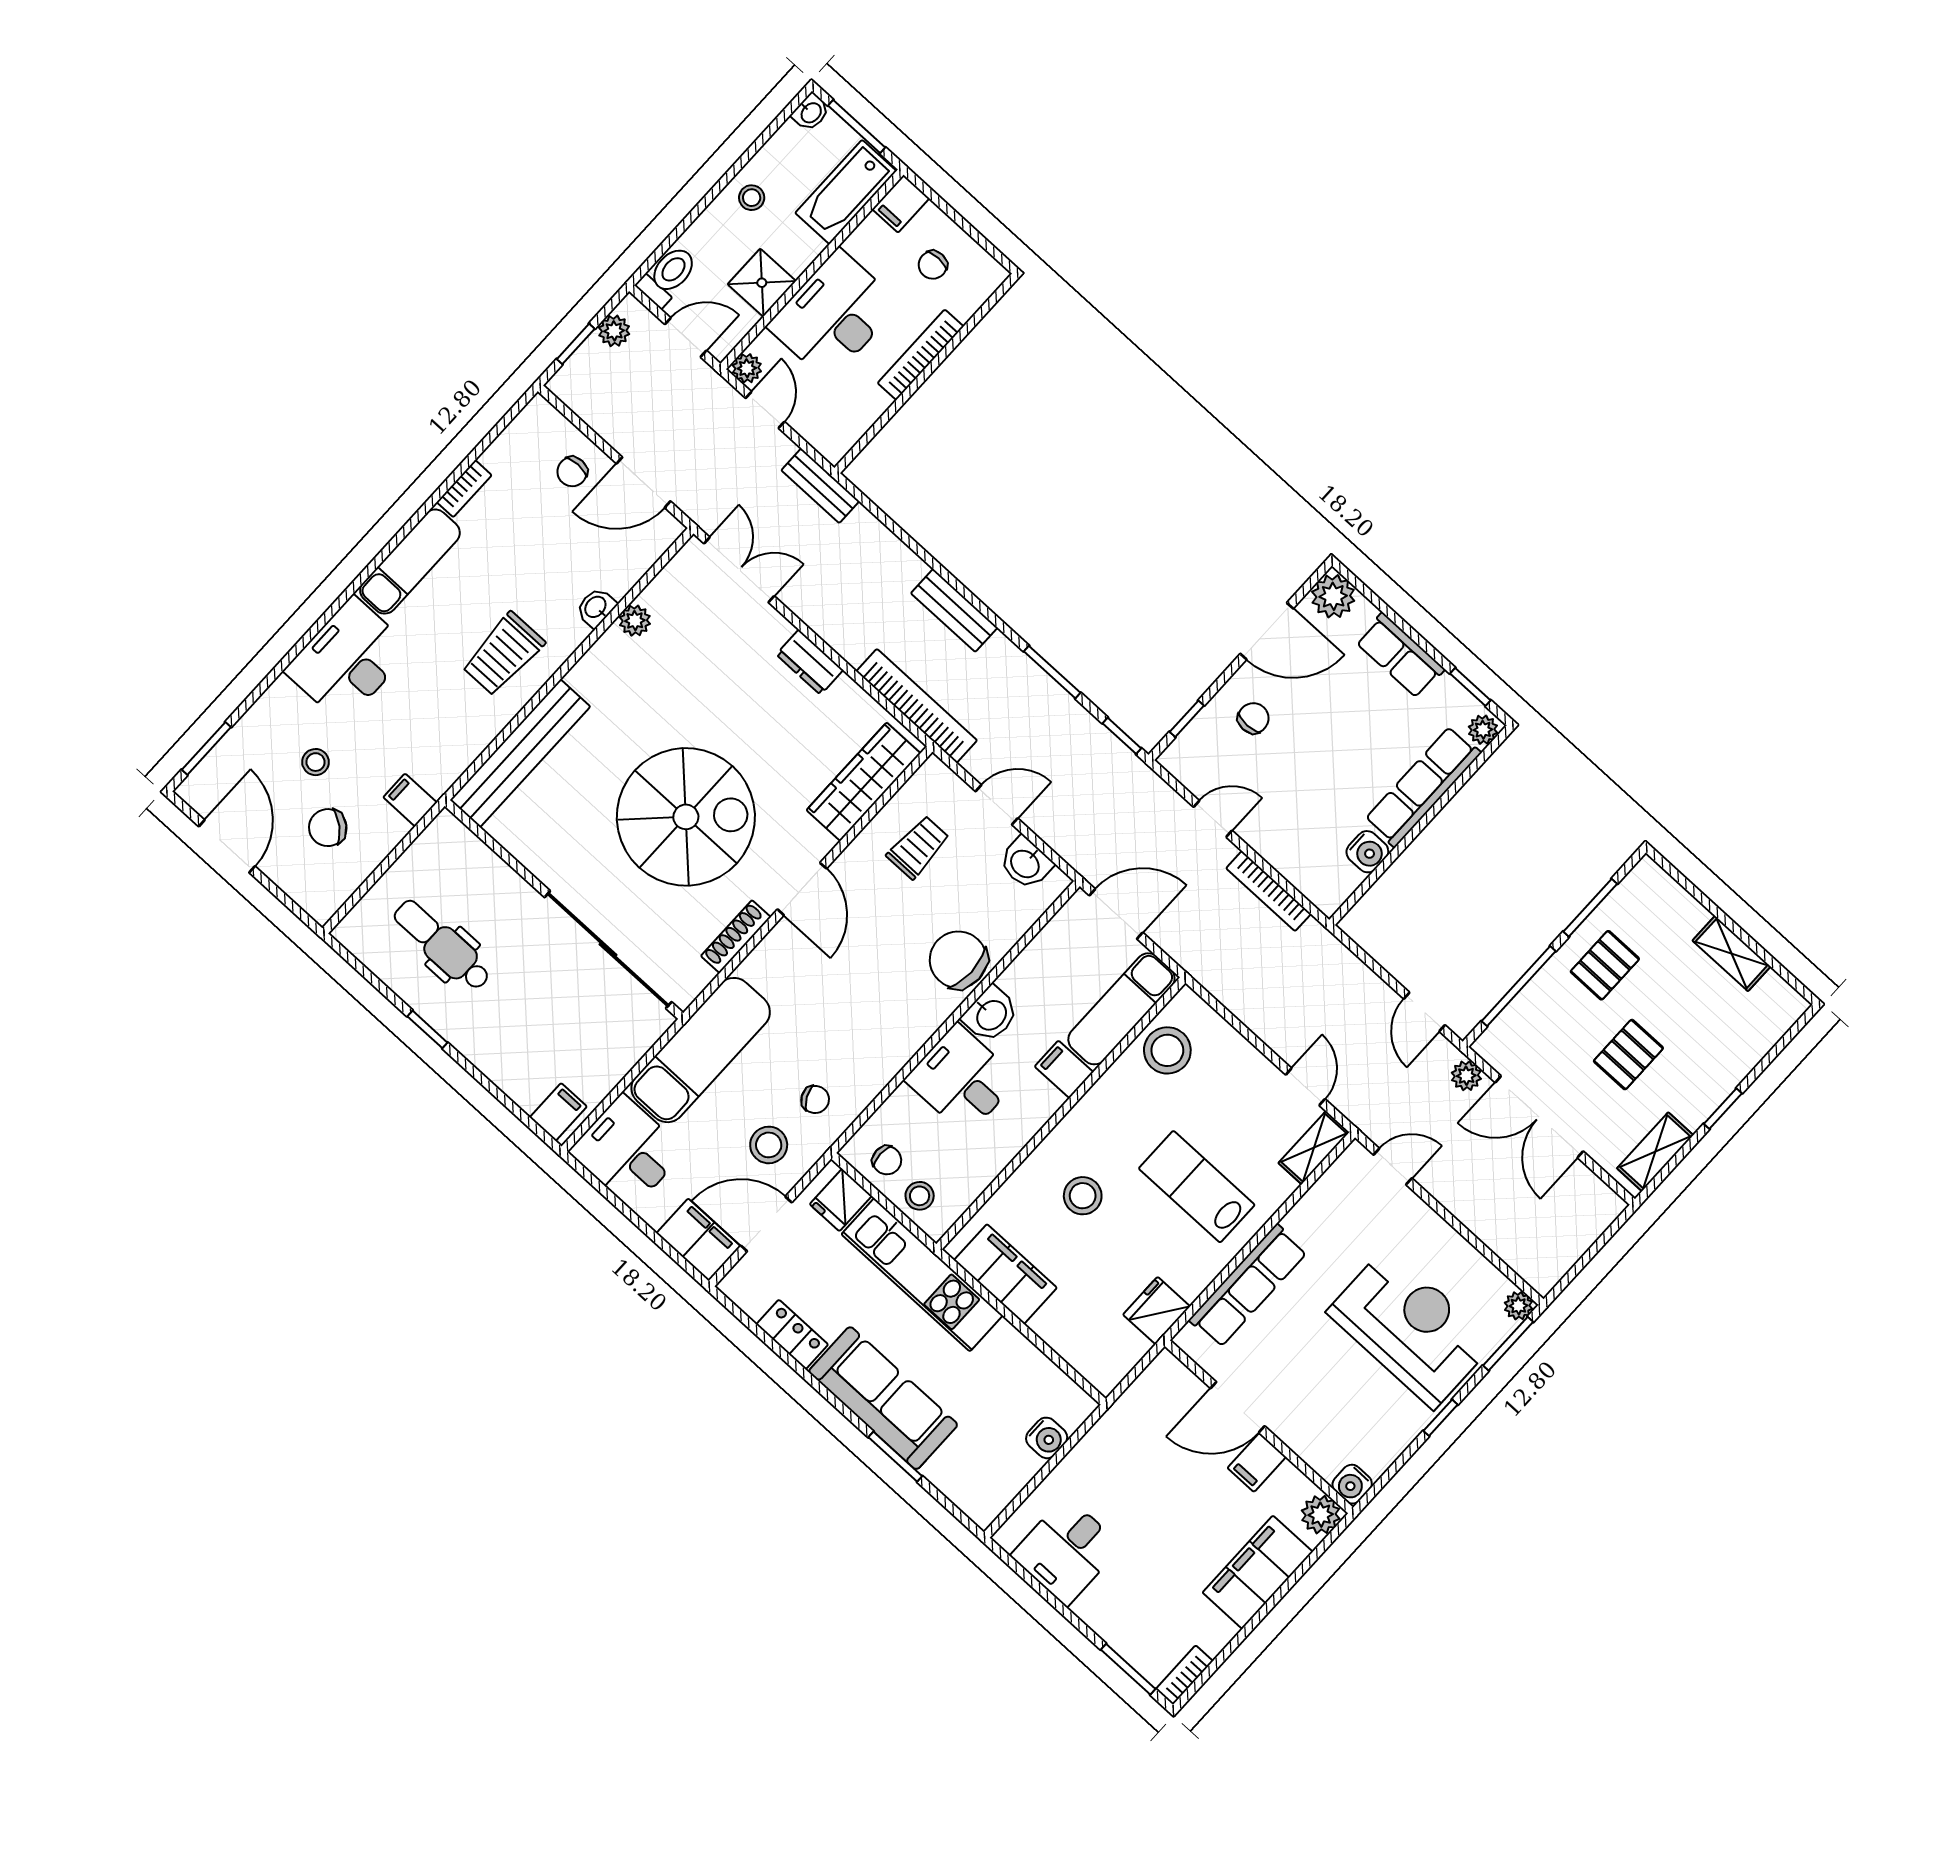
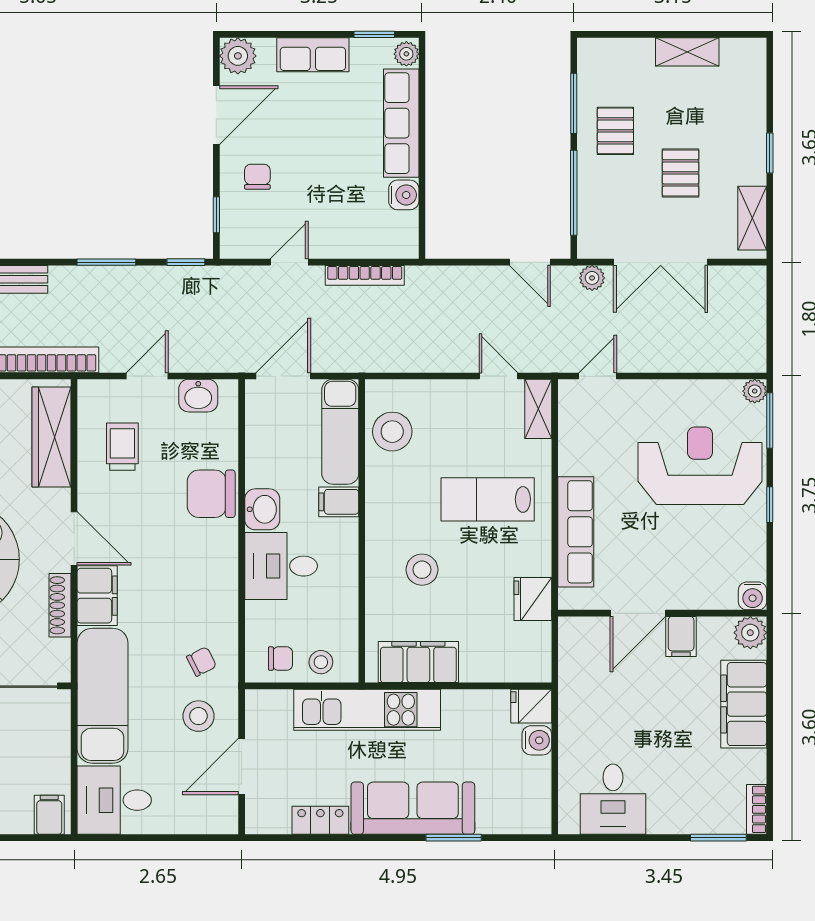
fridge: (841, 1200) -> (531, 706), moved, turned 90
filing cabinet: (698, 1240) -> (97, 596), moved, turned 90

